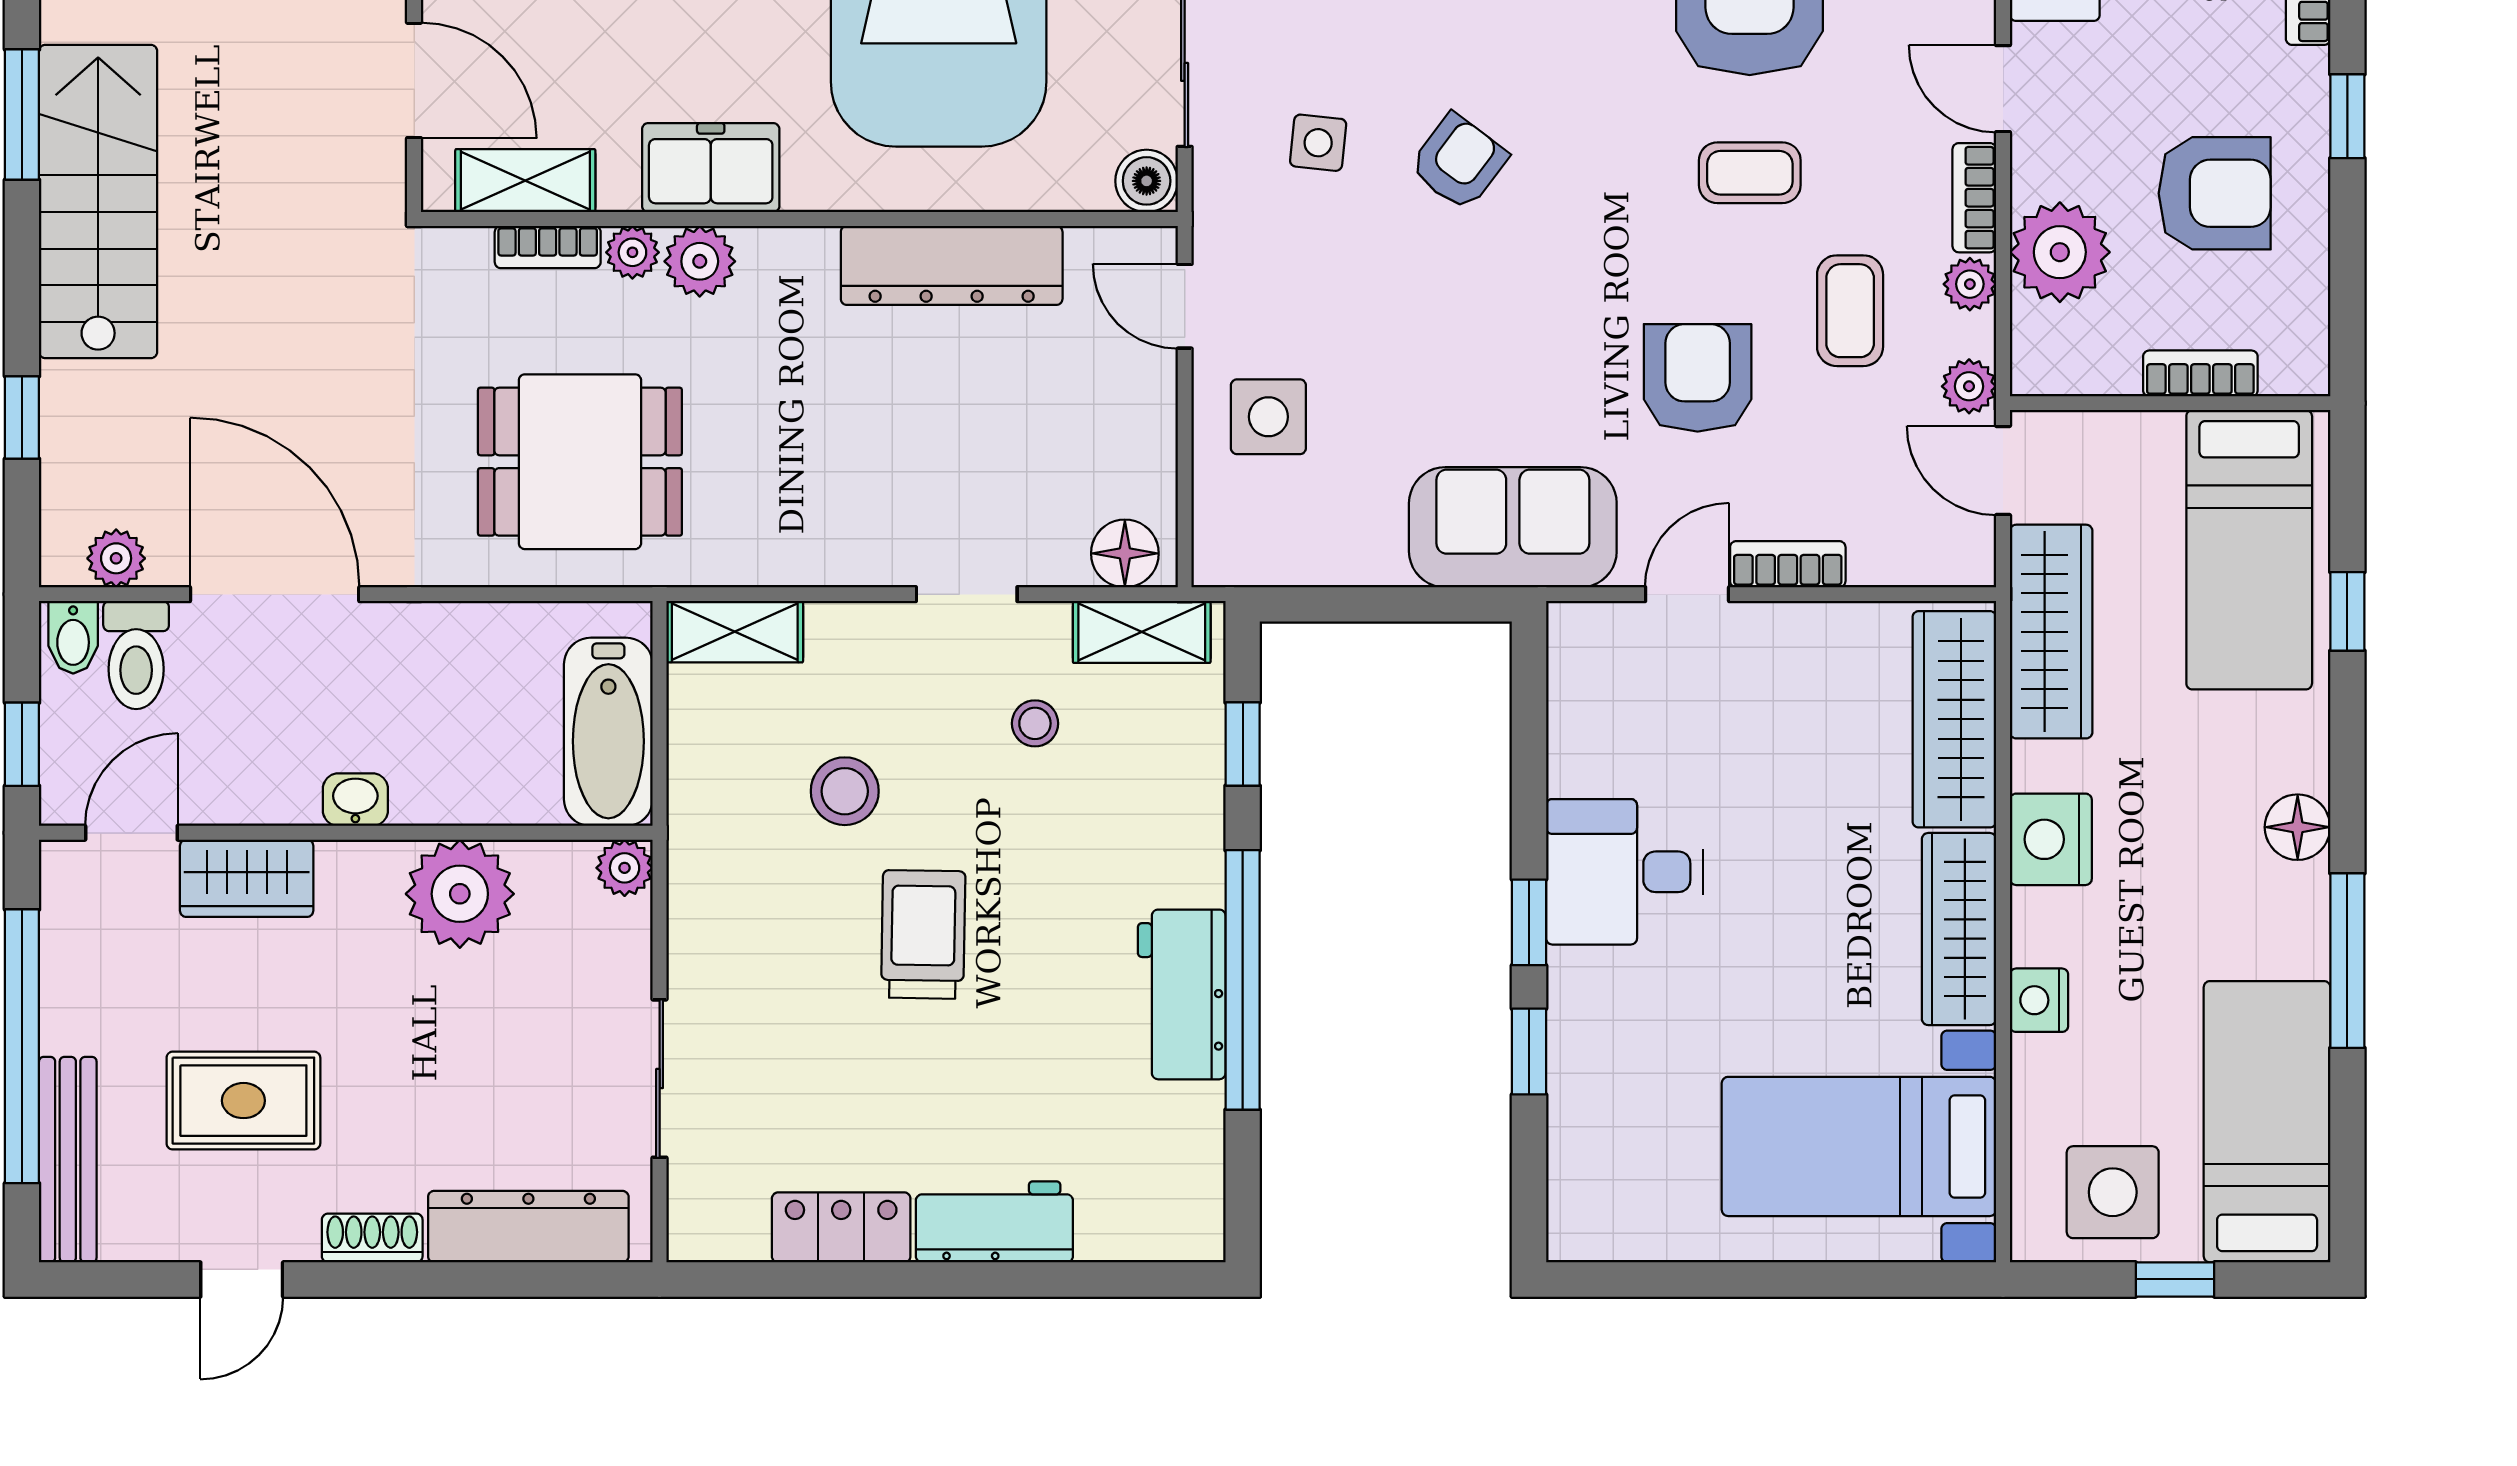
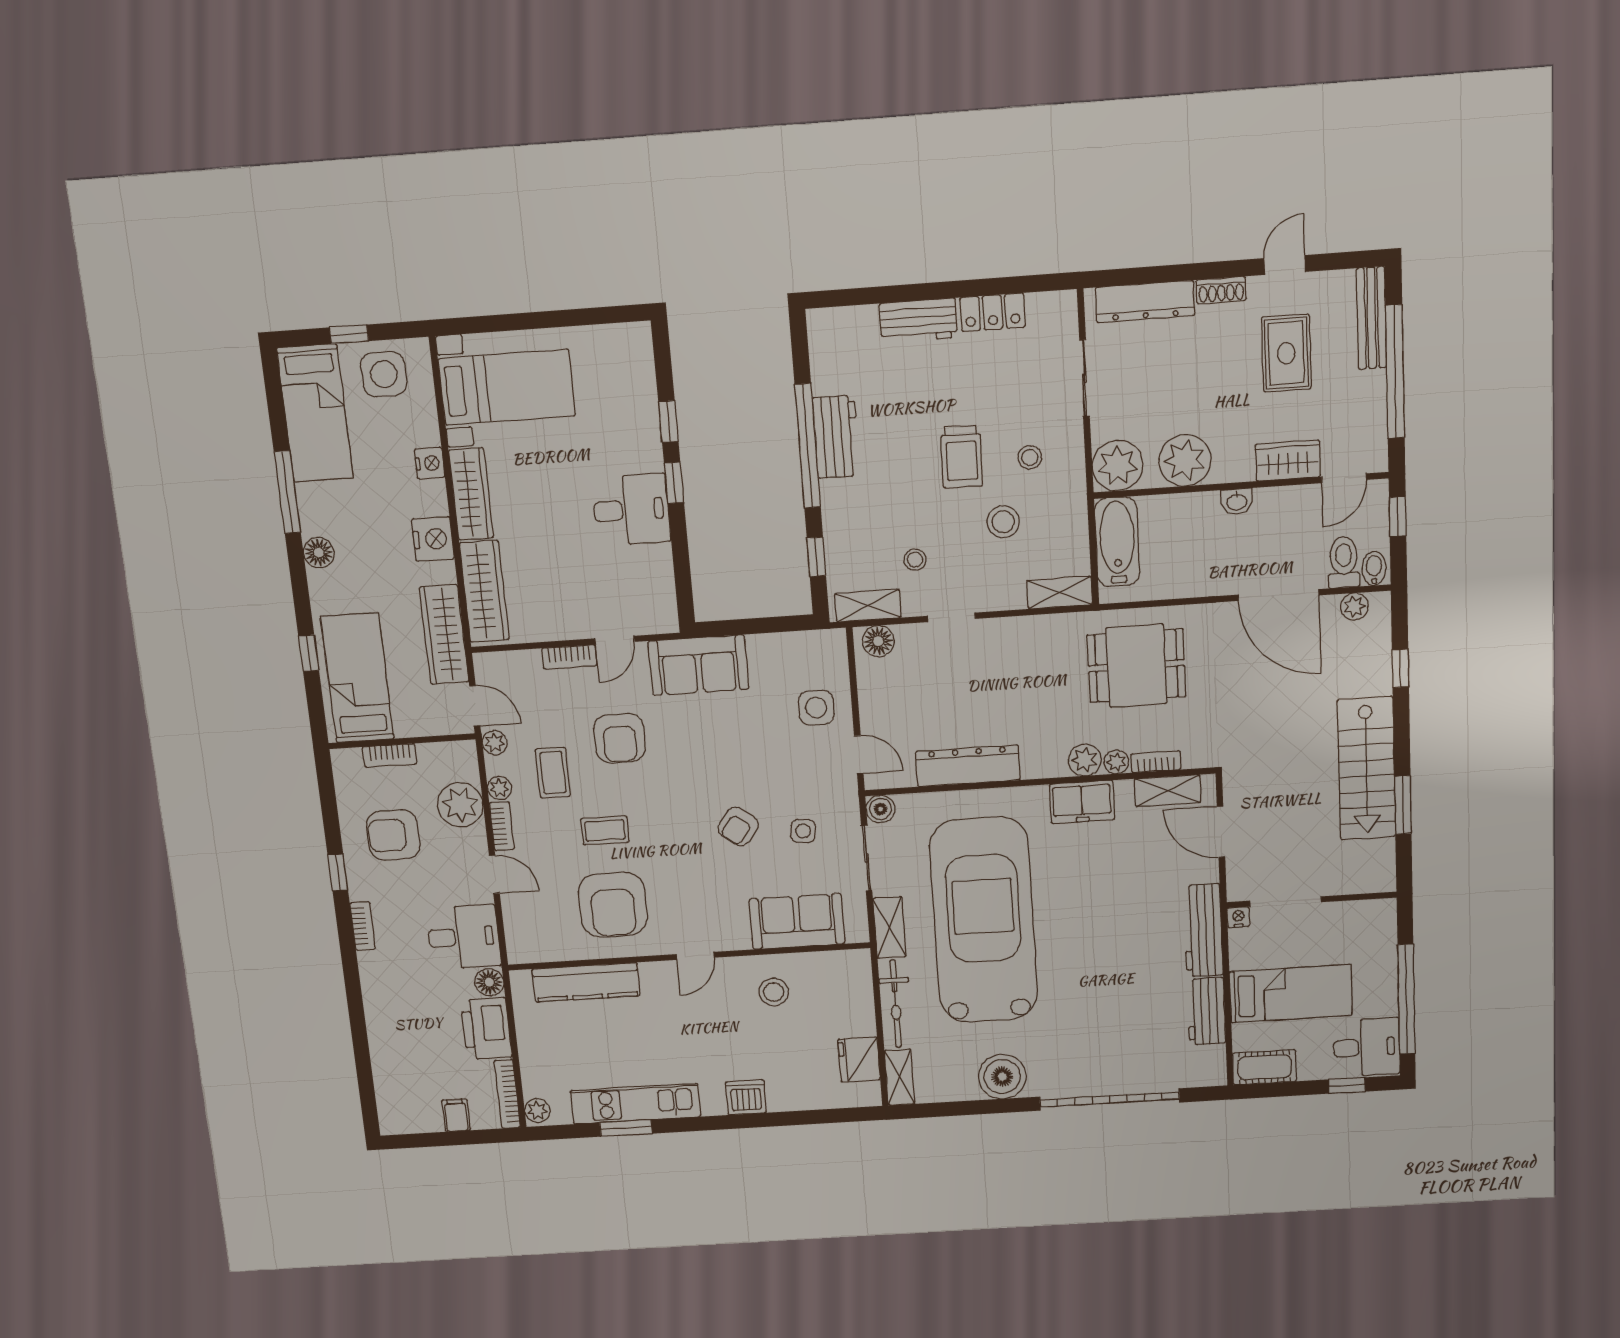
plant: (625, 868) -> (1118, 466), width x1.87, depth x1.87
stool: (781, 923) -> (1030, 457), added
rug: (243, 1101) -> (1286, 353), turned 90

